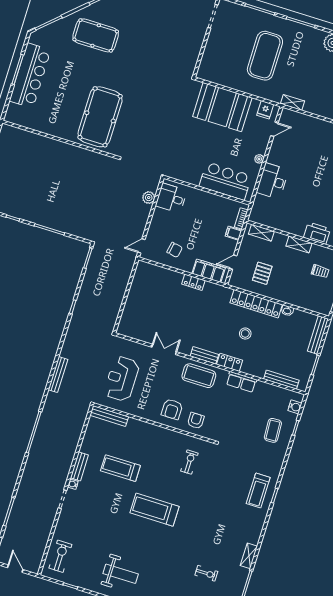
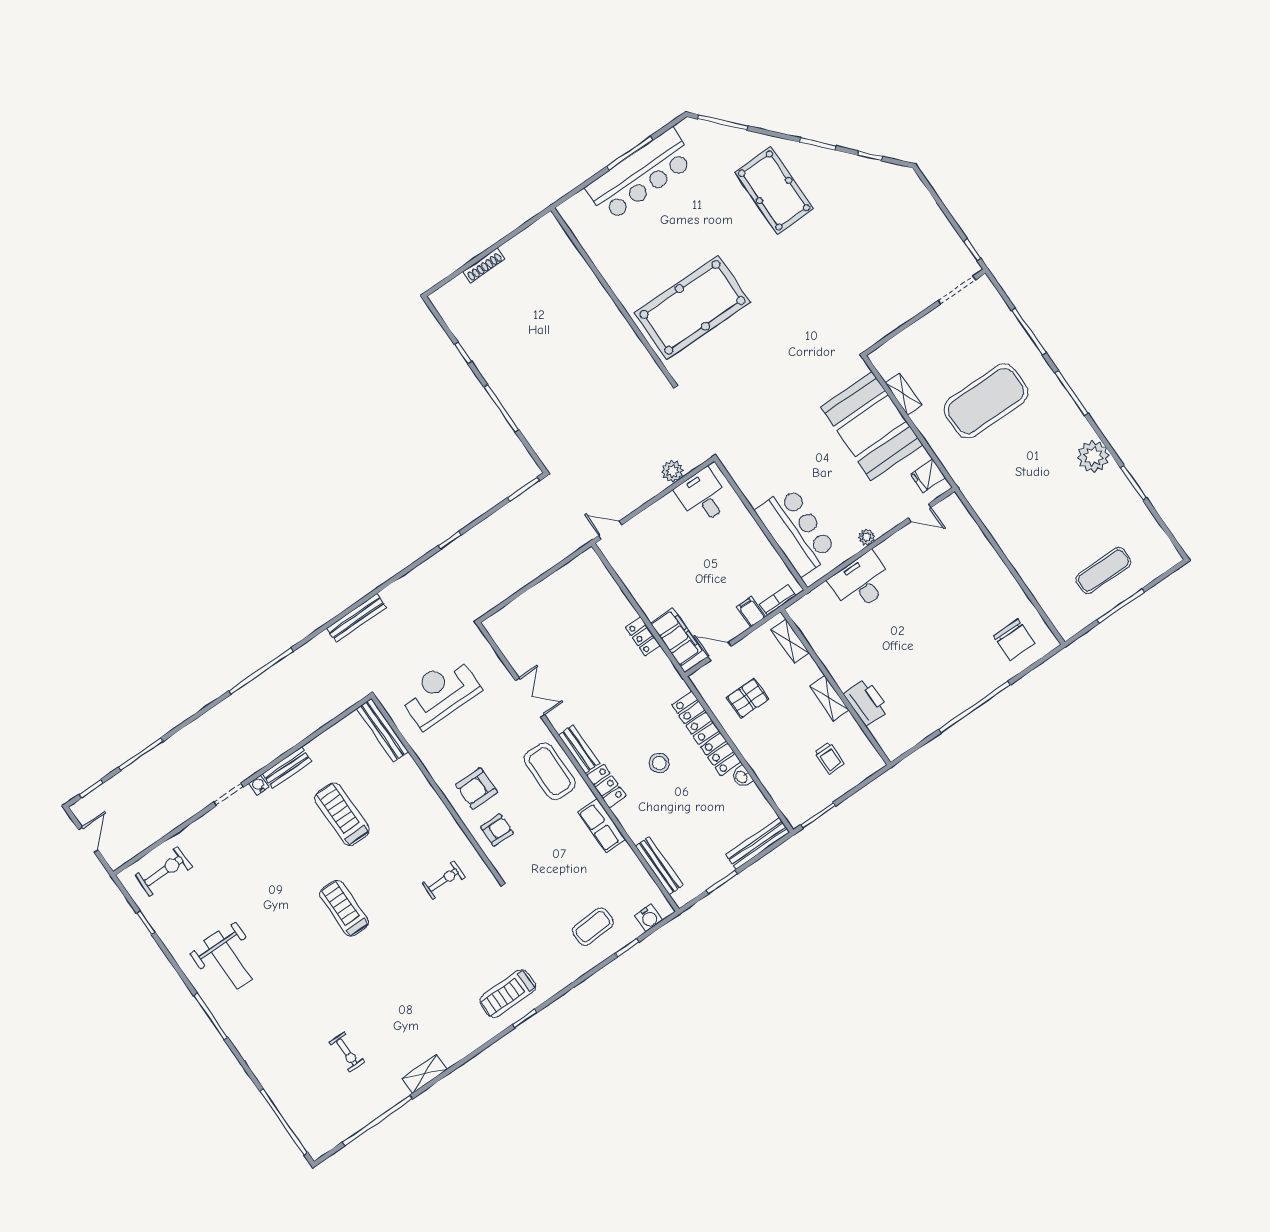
shelving: (292, 102) -> (904, 394), moved
chair: (175, 250) -> (652, 571), removed
treadmill: (155, 510) -> (344, 908), width x0.73, depth x0.73

